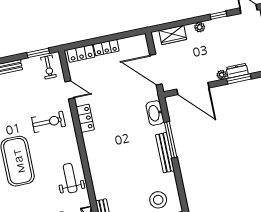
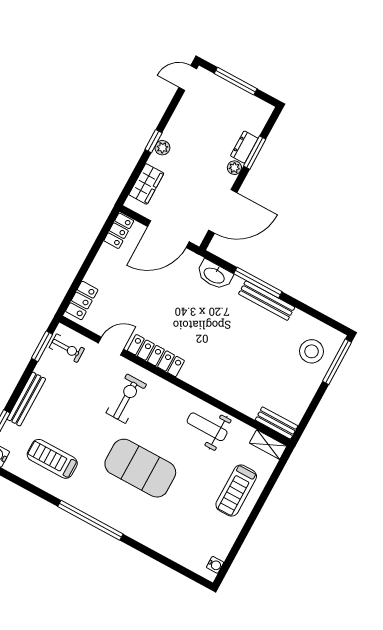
window: (218, 15) -> (154, 141), moved
locker: (106, 48) -> (119, 231), moved
locker: (85, 118) -> (156, 356), width x1.53

